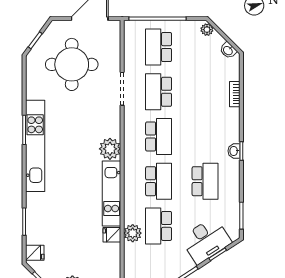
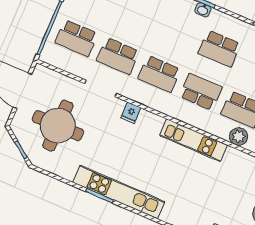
school desk: (159, 136) -> (159, 74), turned 180
plant: (110, 149) -> (151, 124), removed
school desk: (205, 181) -> (219, 49), turned 180
fridge: (112, 235) -> (131, 113), moved

